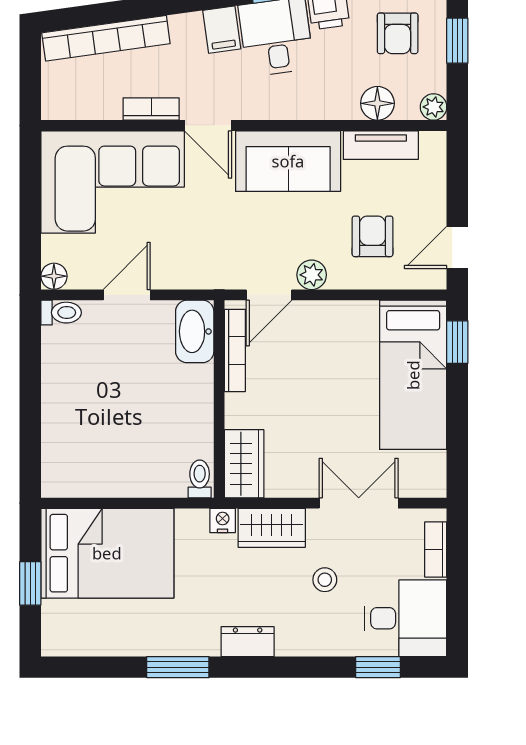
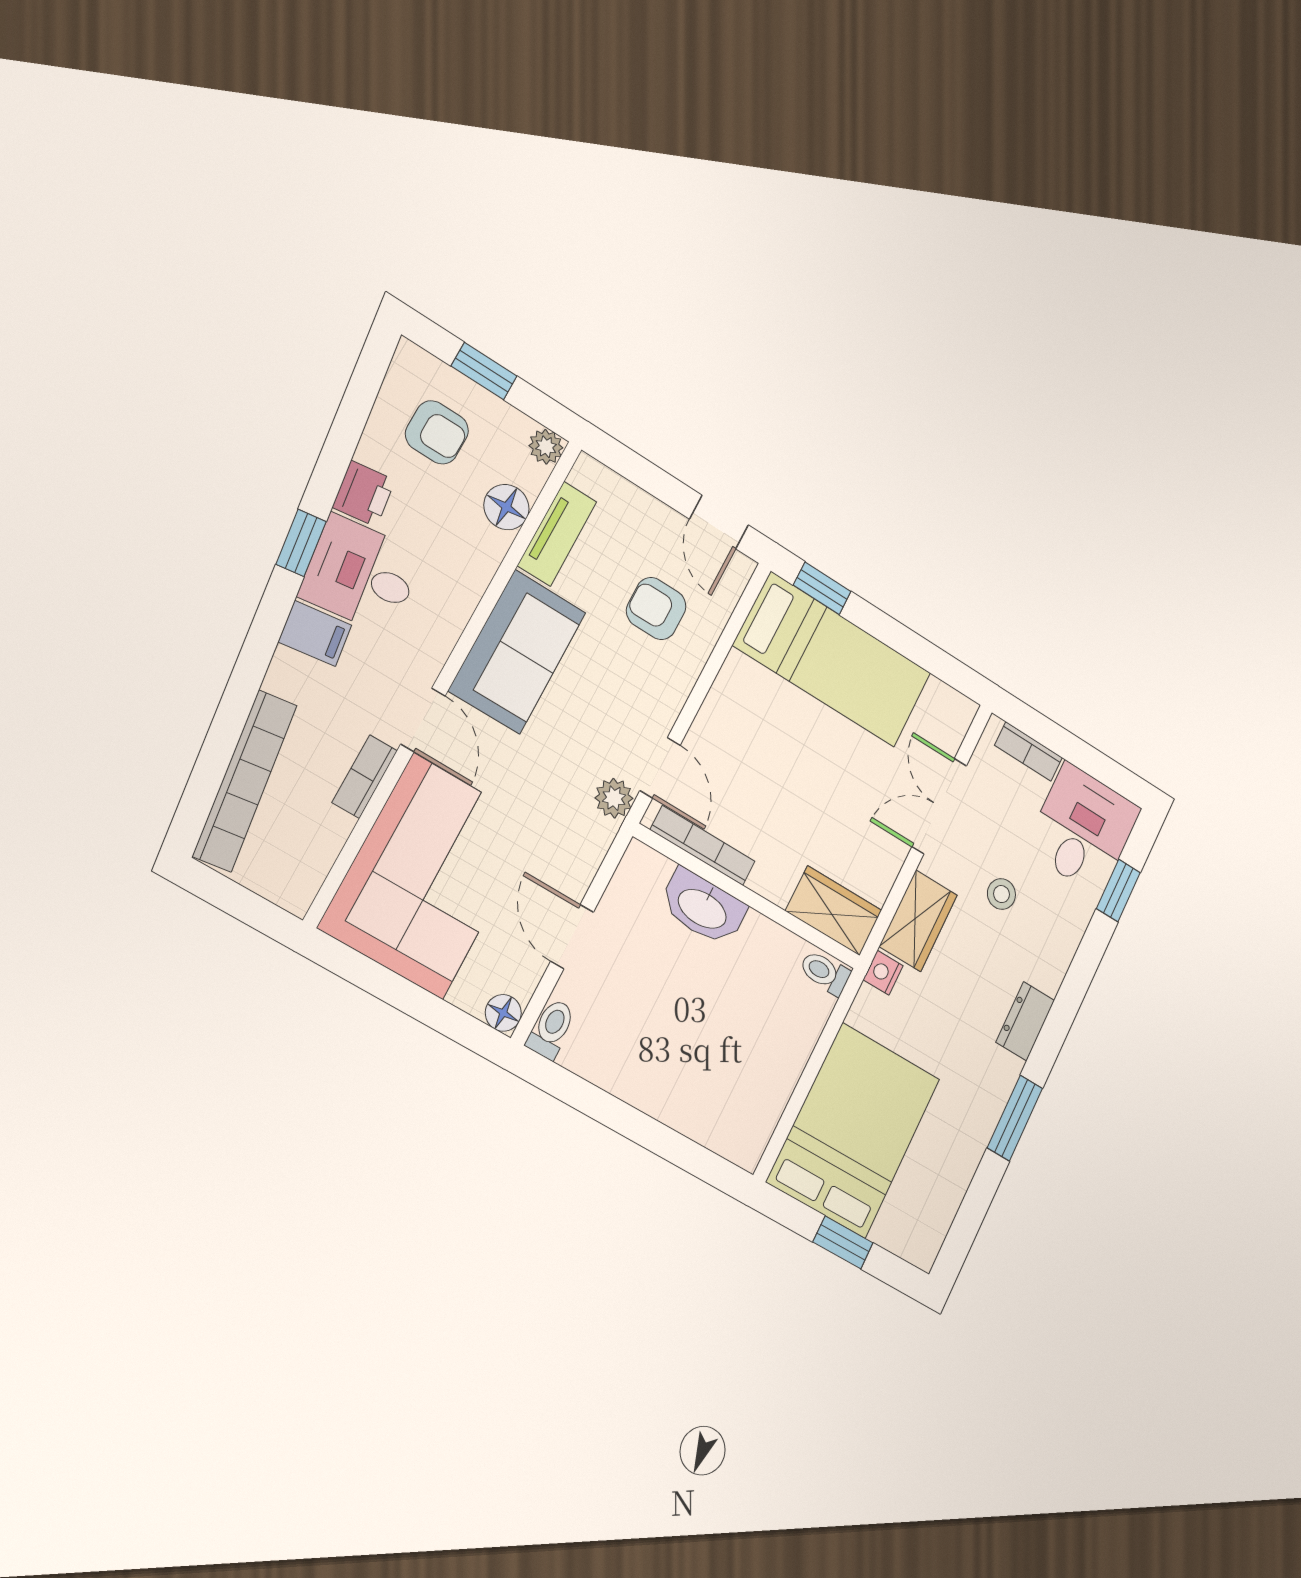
door: (208, 125) -> (423, 720), hinge flipped
plant: (312, 275) -> (614, 798), moved
washbasin: (195, 331) -> (703, 907), moved

